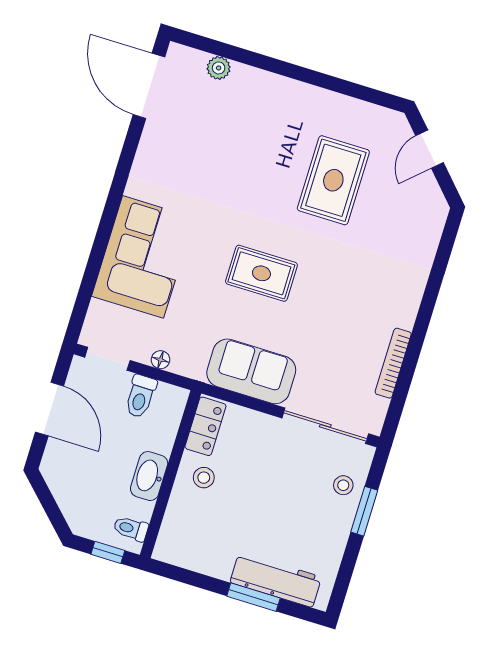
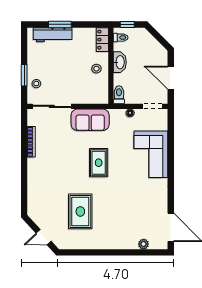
door: (430, 149) -> (44, 237), swing flipped
rug: (261, 273) -> (99, 163), turned 90
toilet: (140, 396) -> (119, 95), moved
locker: (205, 426) -> (102, 40), moved

